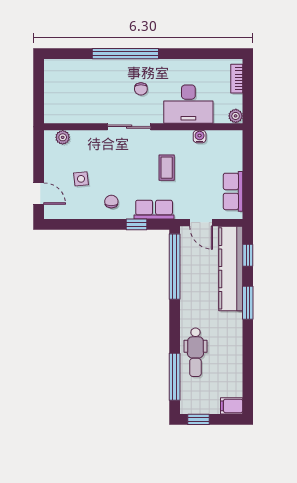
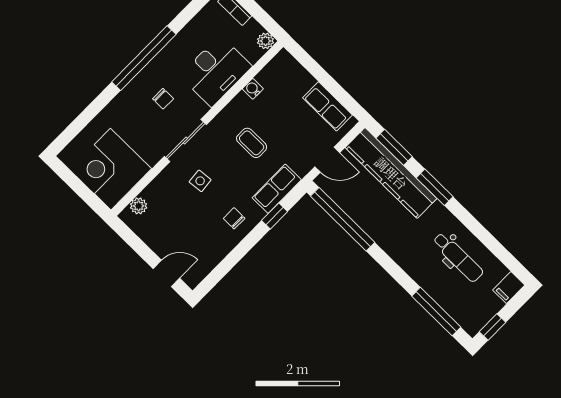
window: (125, 54) -> (144, 58), moved
corner desk: (68, 99) -> (111, 169), added
side table: (81, 179) -> (200, 181), moved
window: (248, 255) -> (394, 147), width x1.50
dental chair: (195, 352) -> (458, 257), moved

